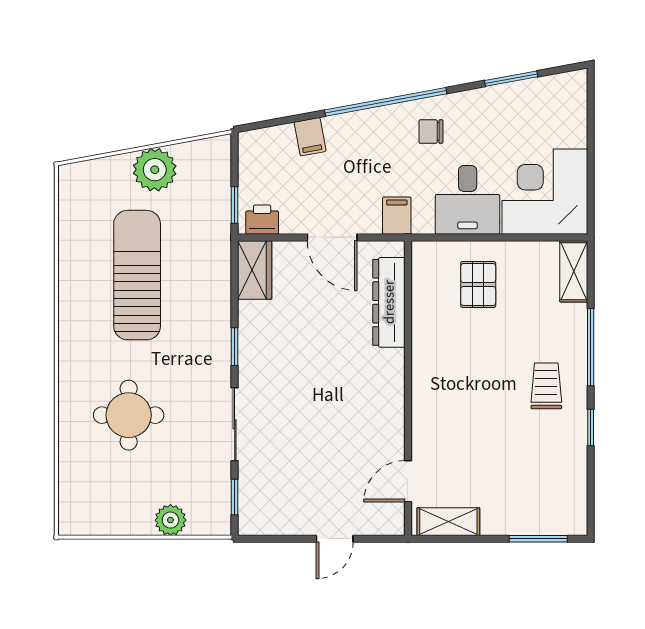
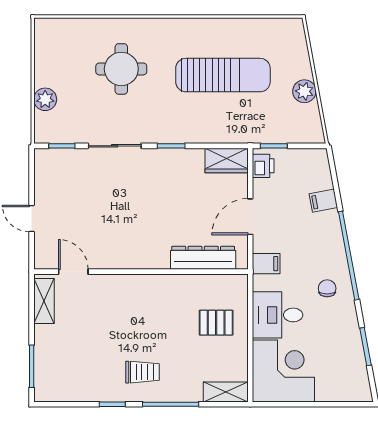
plant: (155, 170) -> (304, 91), width x0.73, depth x0.73

